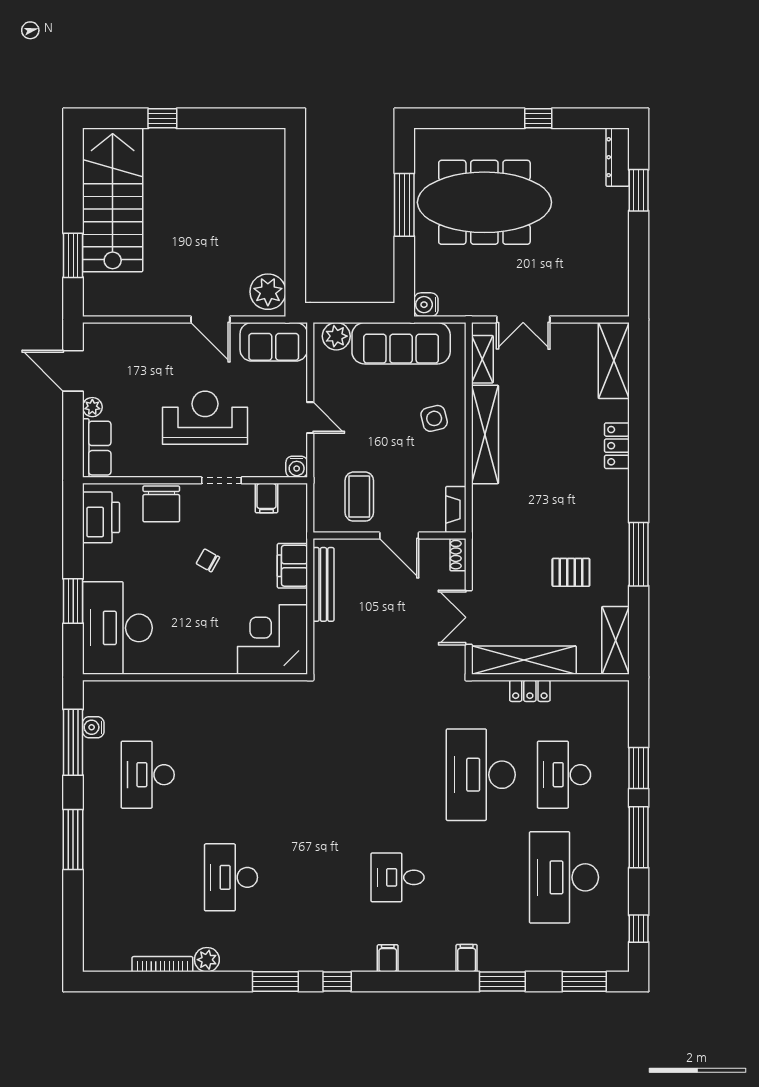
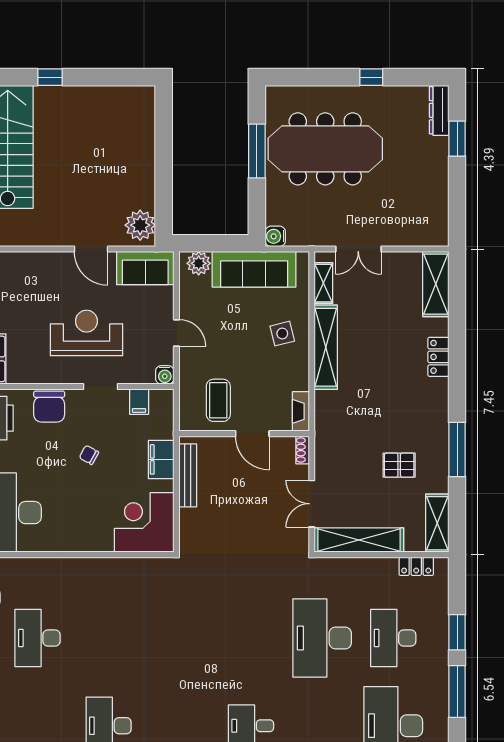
locker: (530, 691) -> (416, 566), moved

